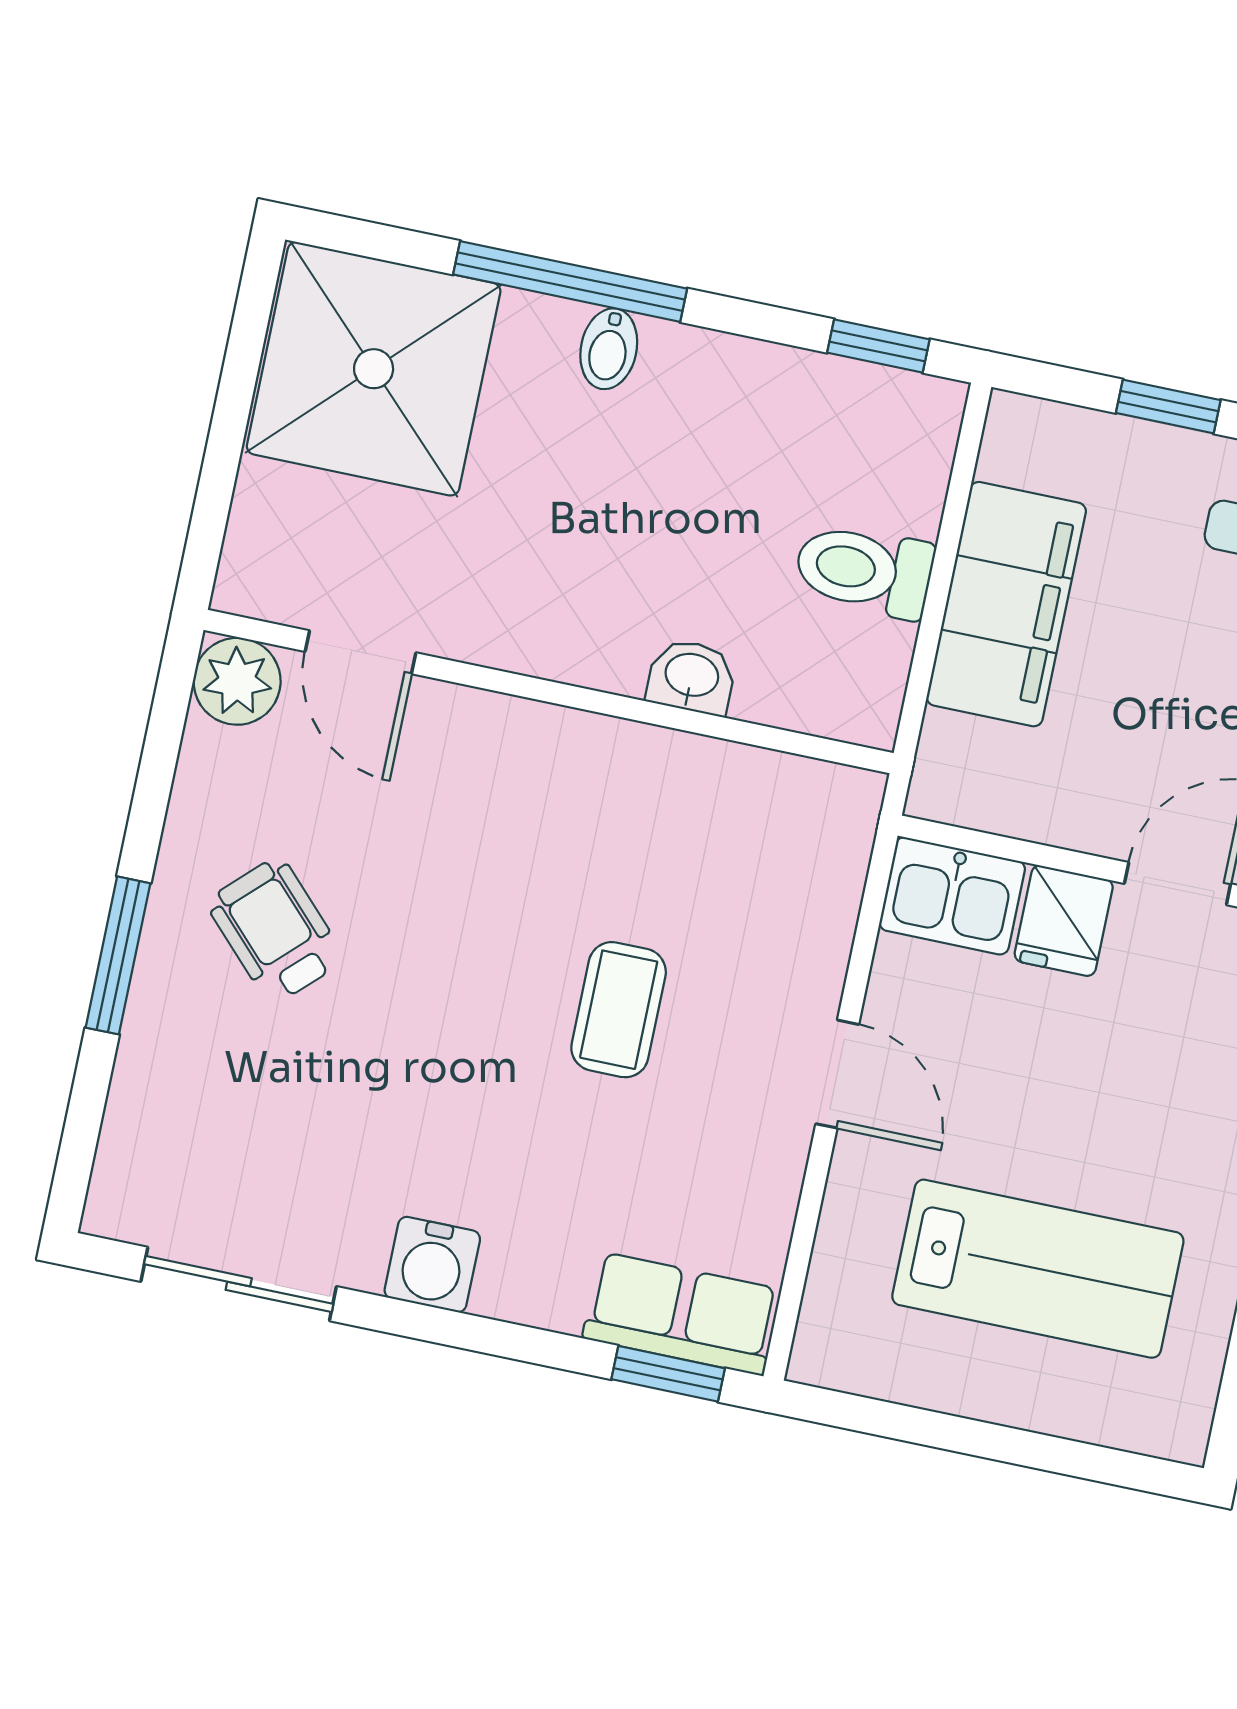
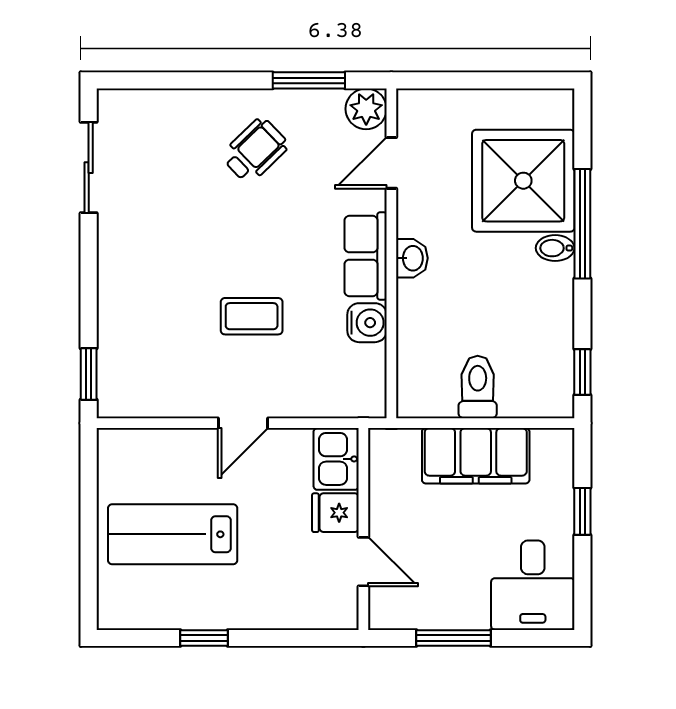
shower: (374, 369) -> (523, 181), moved
washbasin: (691, 677) -> (412, 258), moved
window: (118, 955) -> (309, 80), moved
water cooler: (432, 1265) -> (367, 323), moved, turned 180
lab bench: (1038, 1269) -> (173, 534), turned 90
row of seats: (682, 1314) -> (366, 256), moved, turned 180

